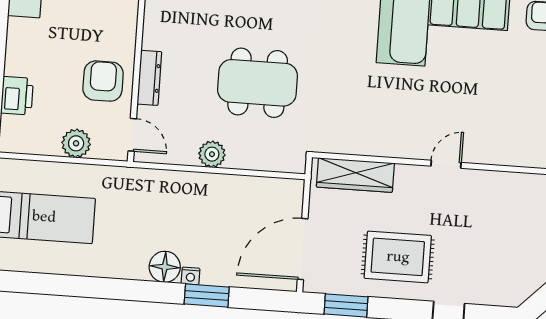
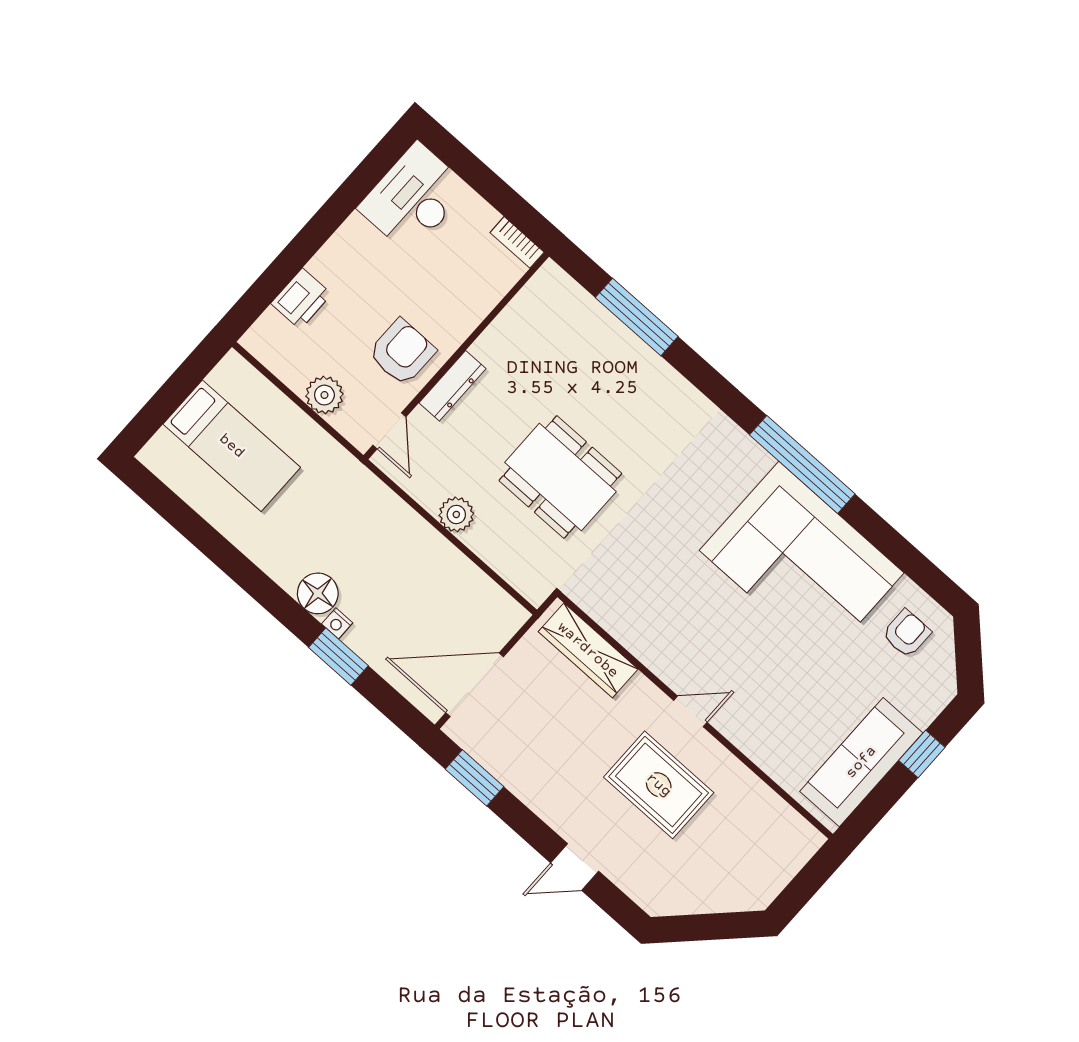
rug: (398, 257) -> (659, 785), moved

